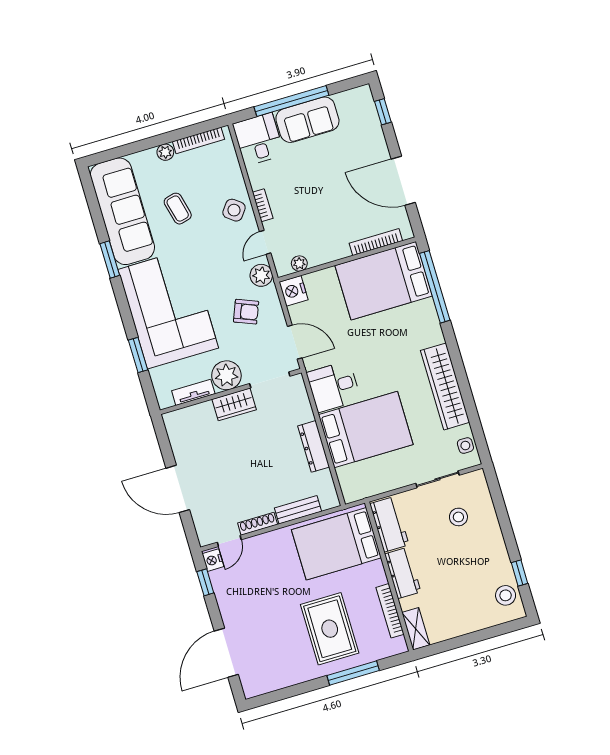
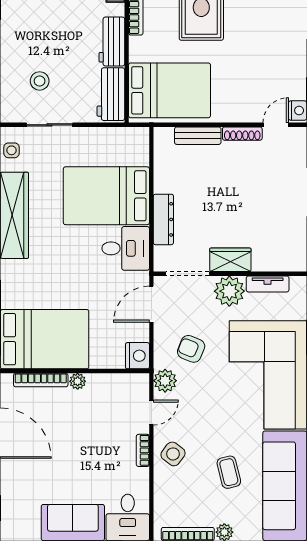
plant: (299, 264) -> (78, 381), moved
door: (295, 342) -> (151, 304), hinge flipped
dresser: (314, 446) -> (163, 219), moved

